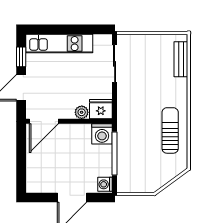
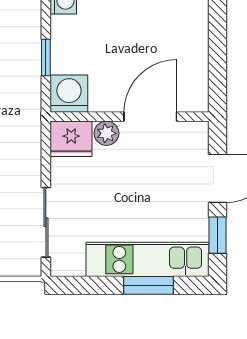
window: (59, 29) -> (148, 285), added
door: (44, 121) -> (150, 117), moved
window: (115, 154) -> (46, 58), width x0.46

